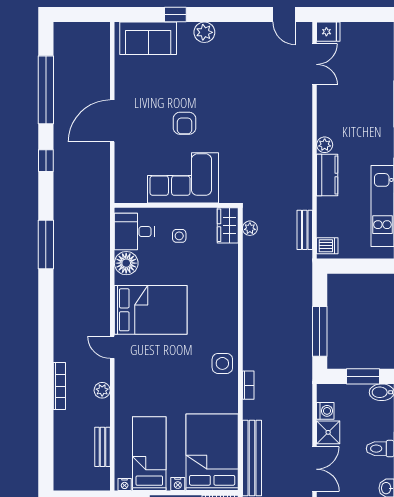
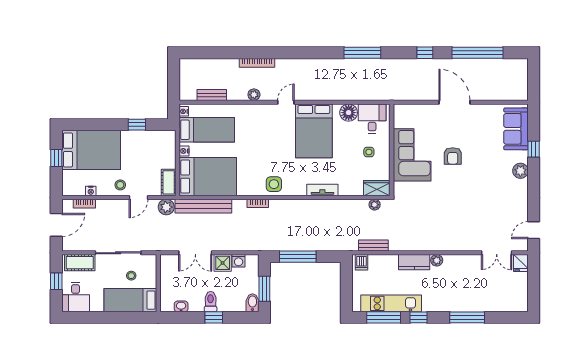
armchair: (184, 123) -> (453, 156), turned -90
tv unit: (230, 298) -> (322, 190), added

